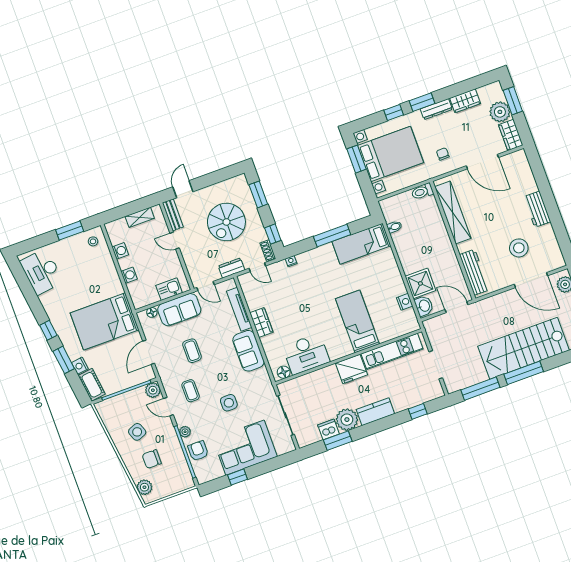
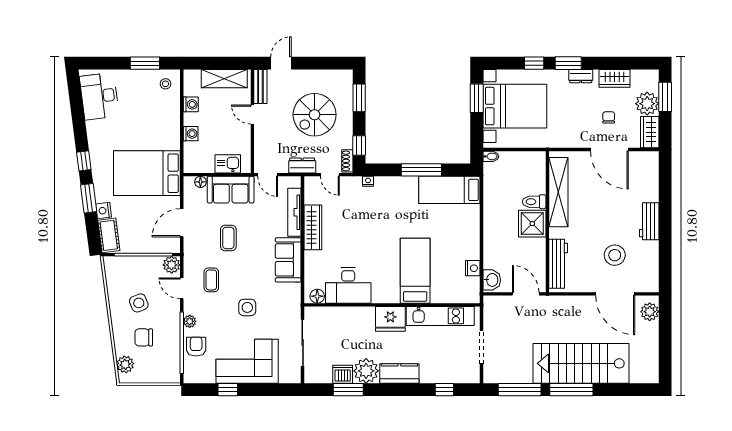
dresser: (436, 109) -> (581, 76), width x0.70
chair: (443, 154) -> (609, 117), moved
toilet: (422, 192) -> (534, 202), moved
shelving: (140, 217) -> (224, 79), width x1.50, depth x1.33
bidet: (394, 227) -> (491, 156), moved
shower: (420, 283) -> (532, 224), moved
wardrobe: (261, 323) -> (313, 227), width x1.50

